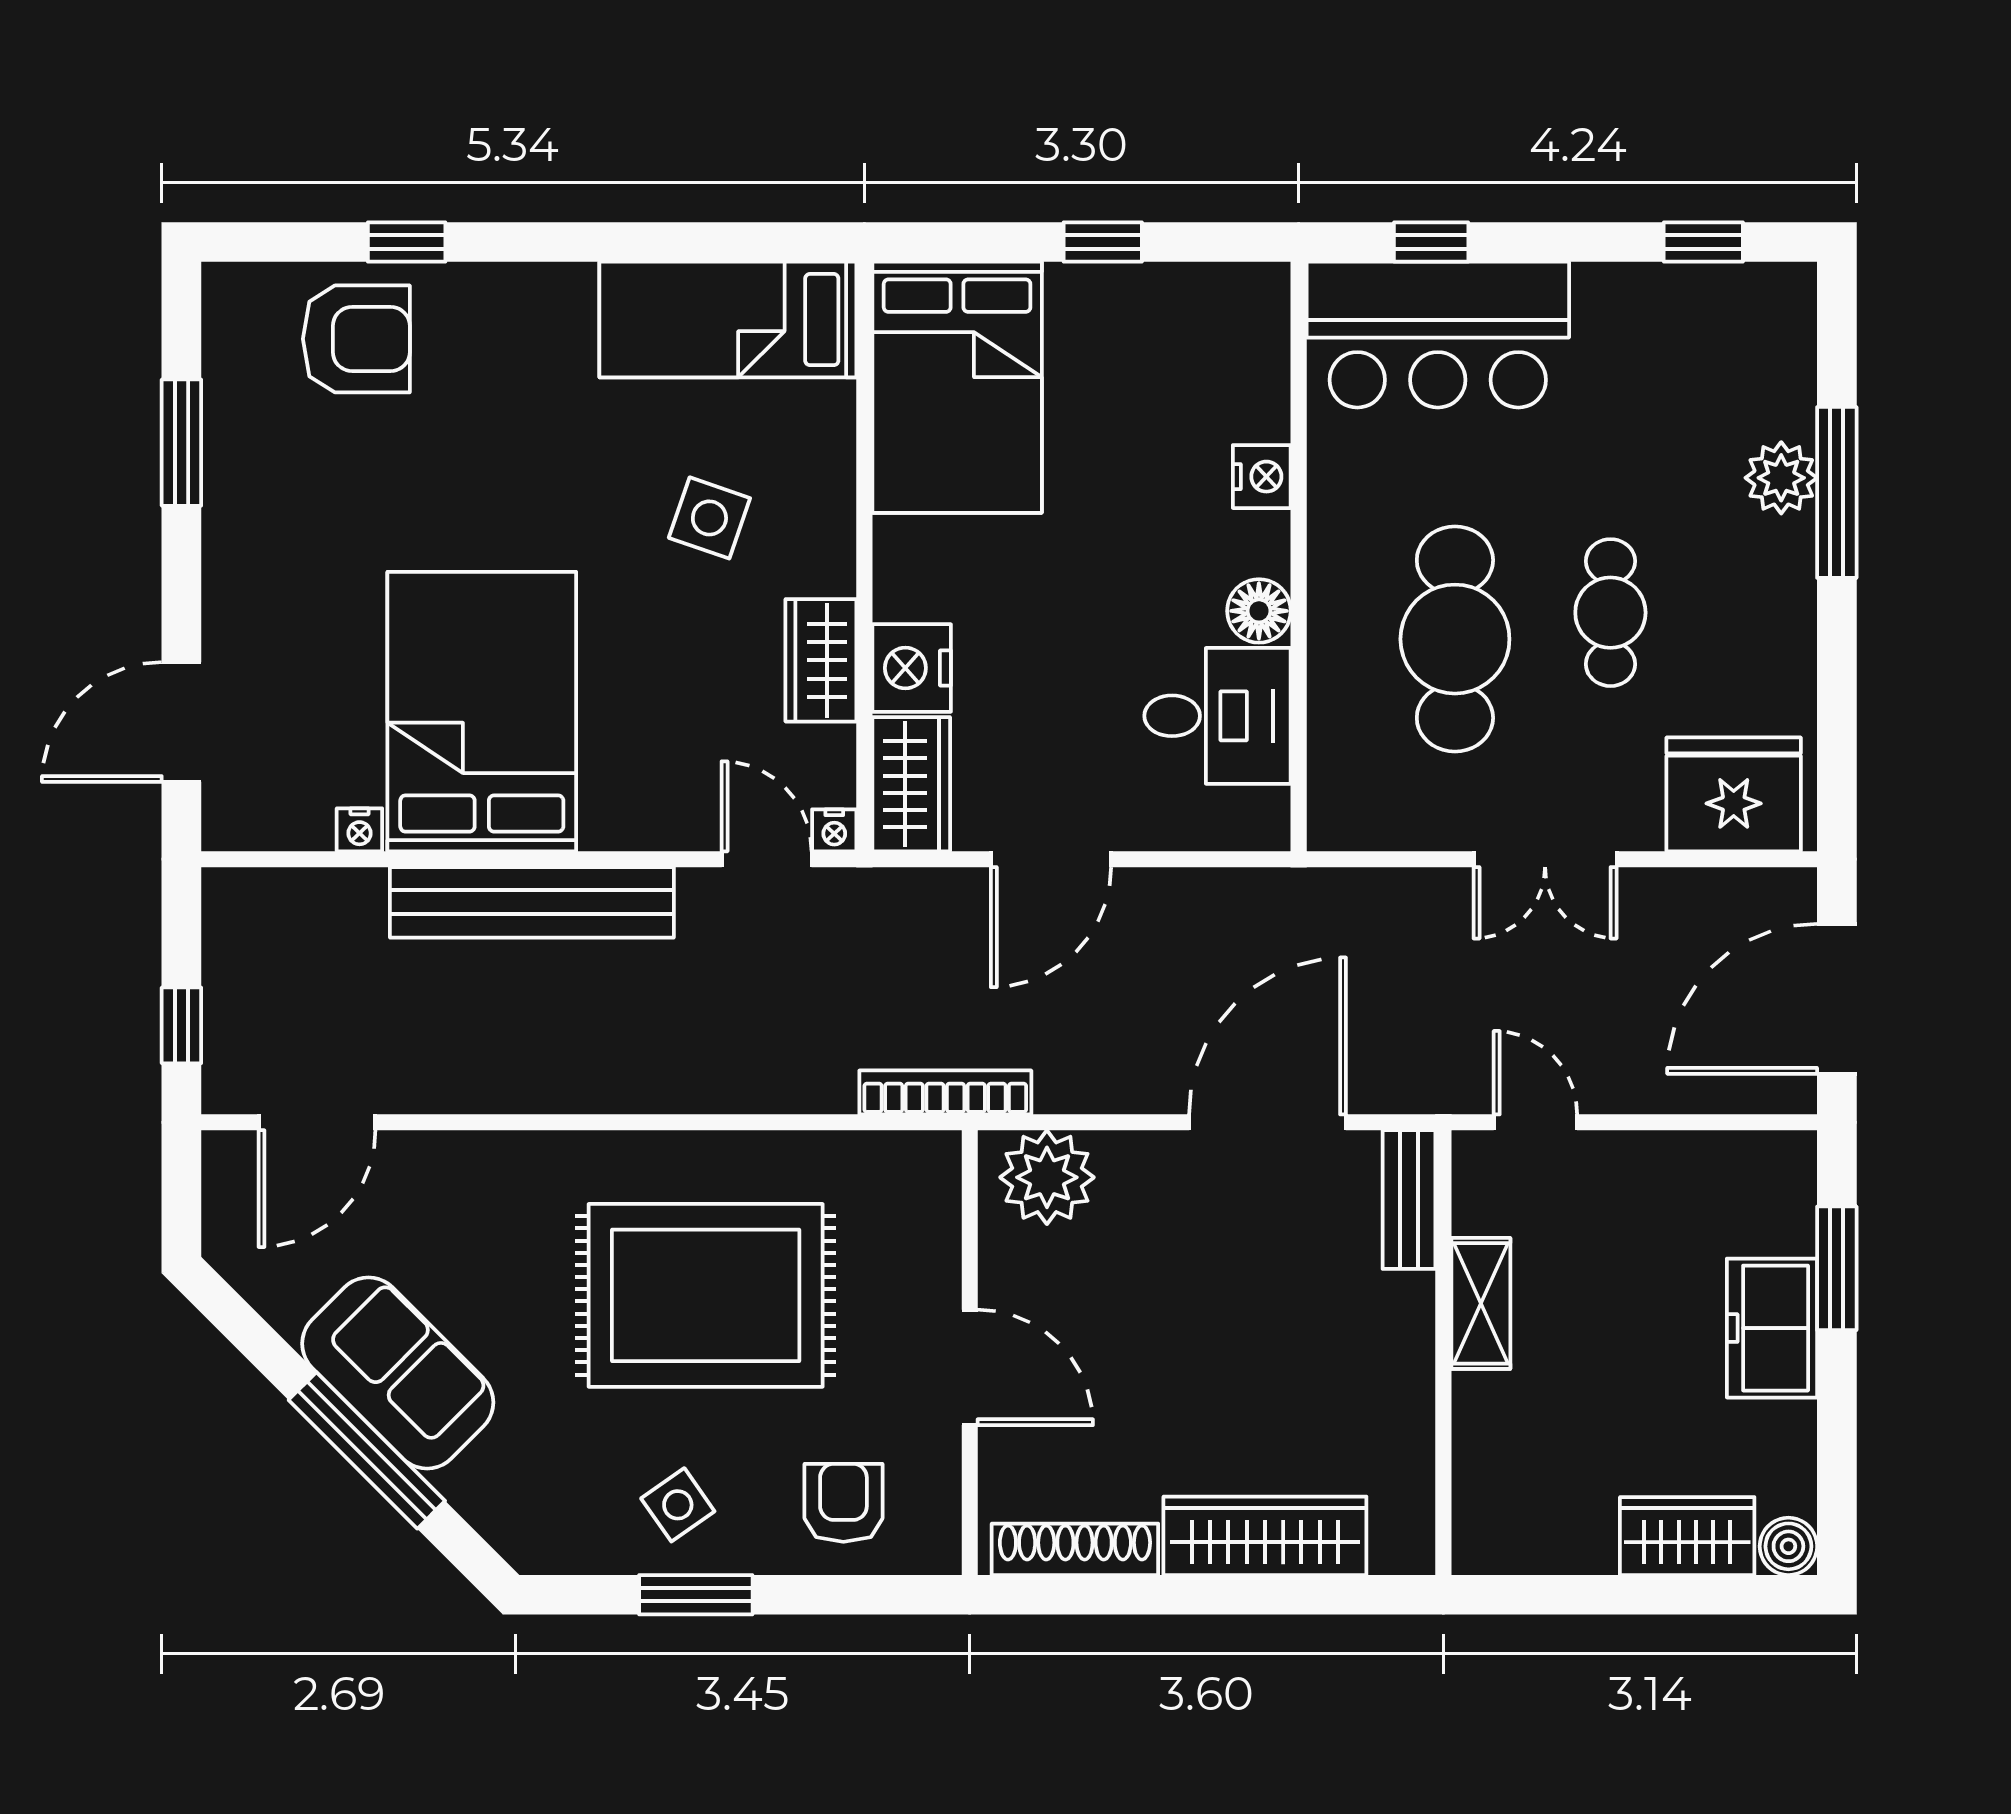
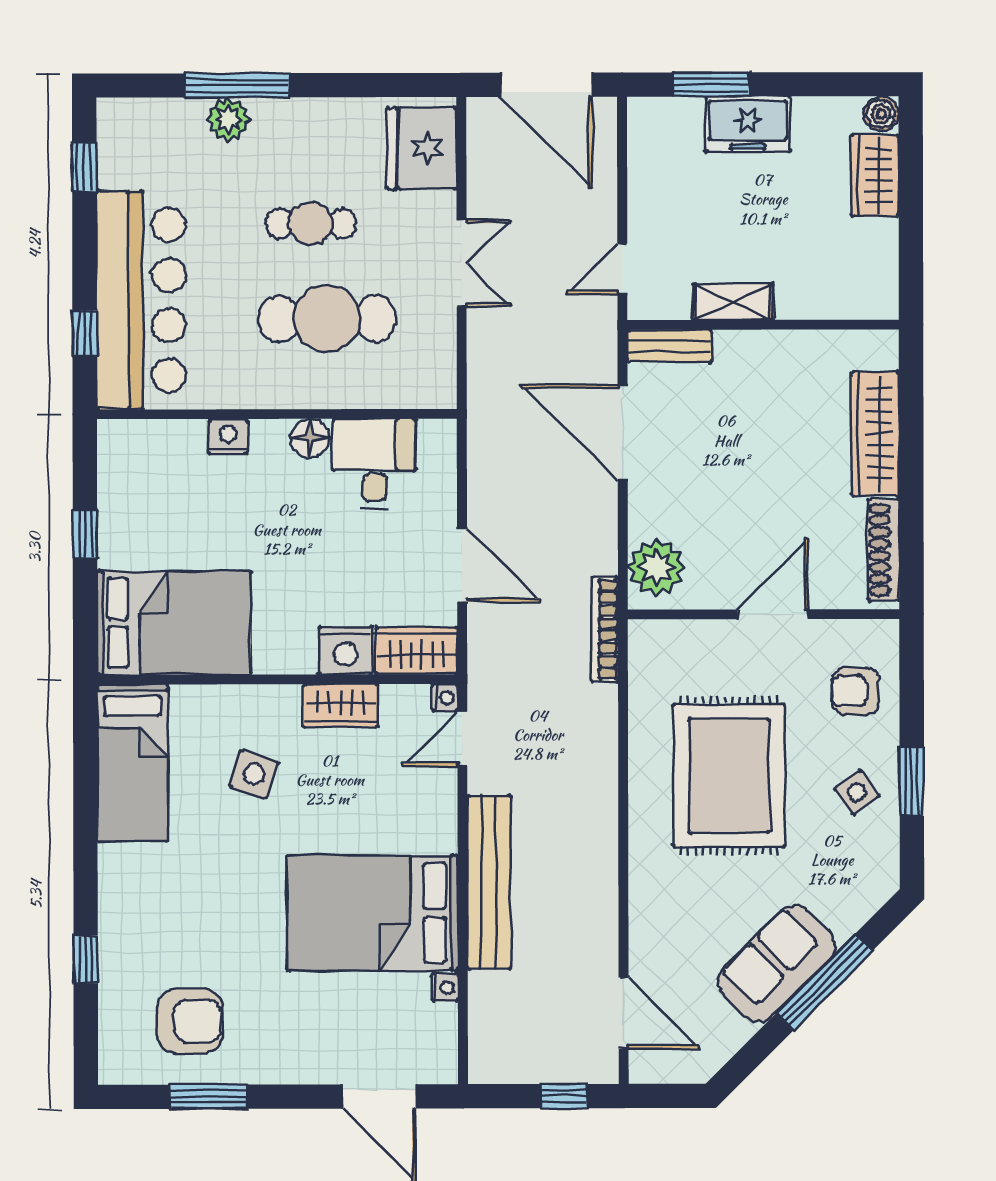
bar counter: (1438, 335) -> (141, 300), width x1.36
armchair: (356, 339) -> (190, 1021), moved, turned 90

